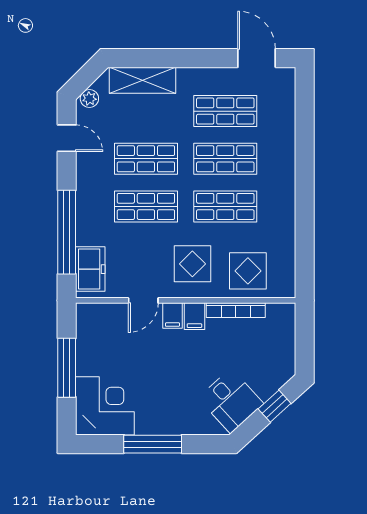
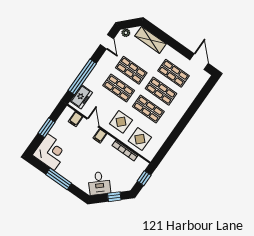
door: (143, 300) -> (93, 123), swing flipped
filing cabinet: (194, 316) -> (76, 119), moved
window: (305, 335) -> (144, 178), added
window: (67, 368) -> (47, 128), width x0.69

